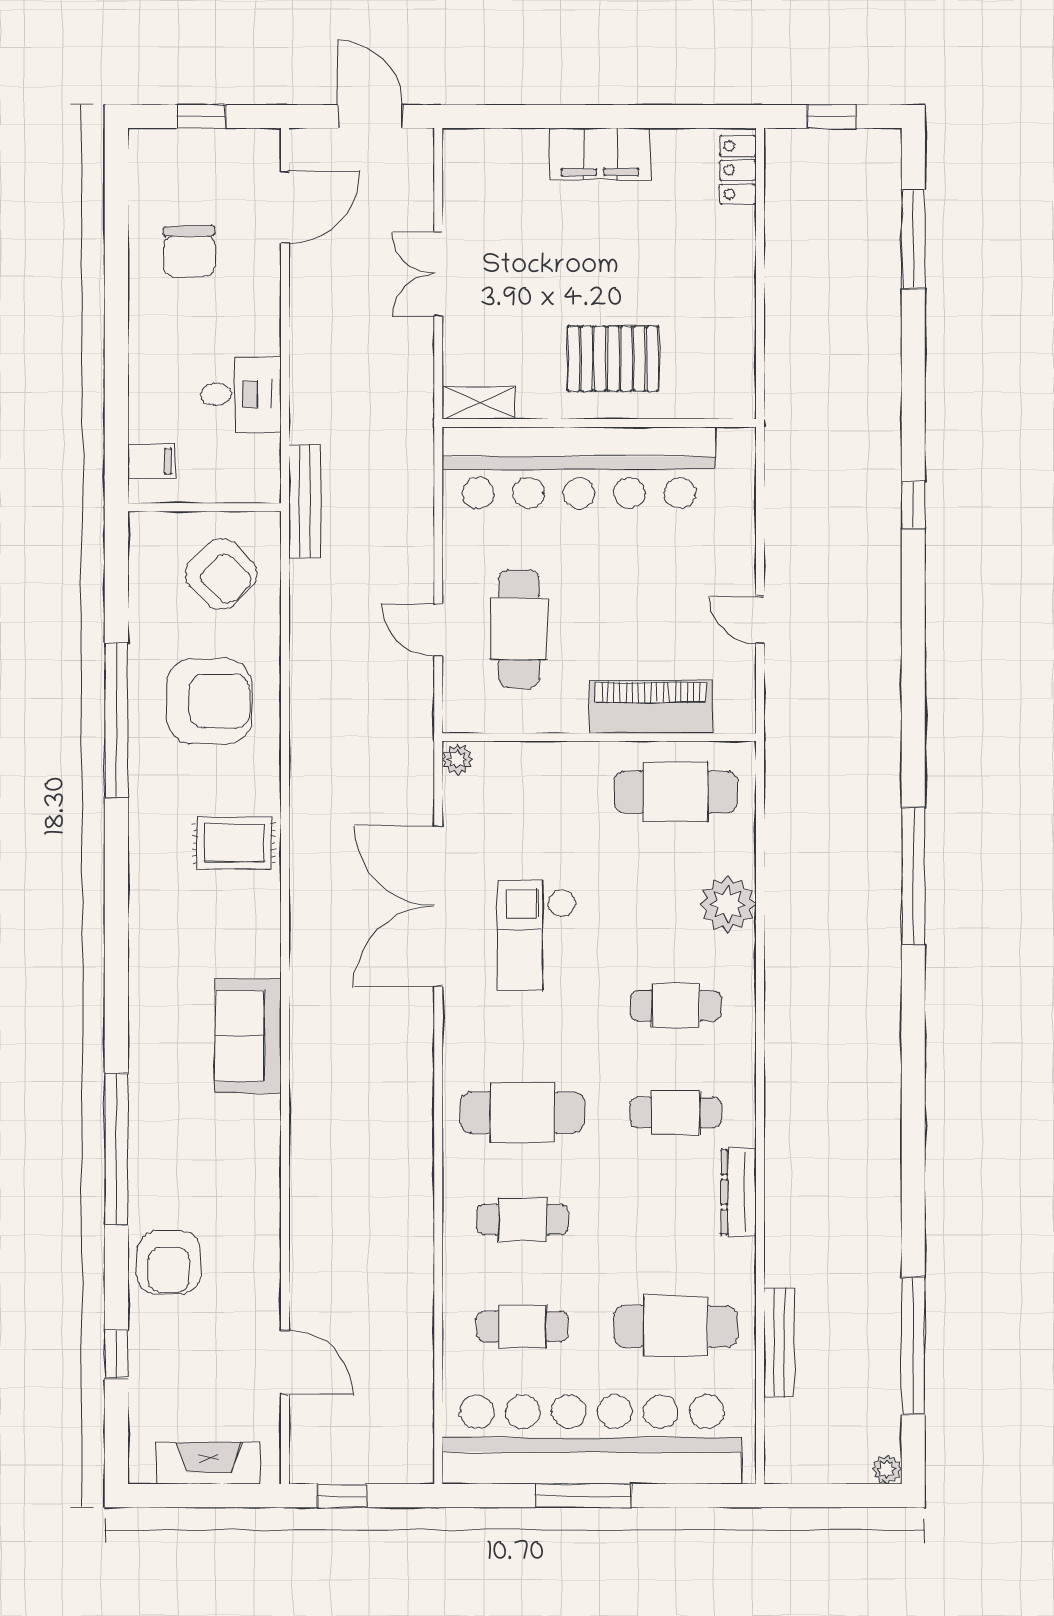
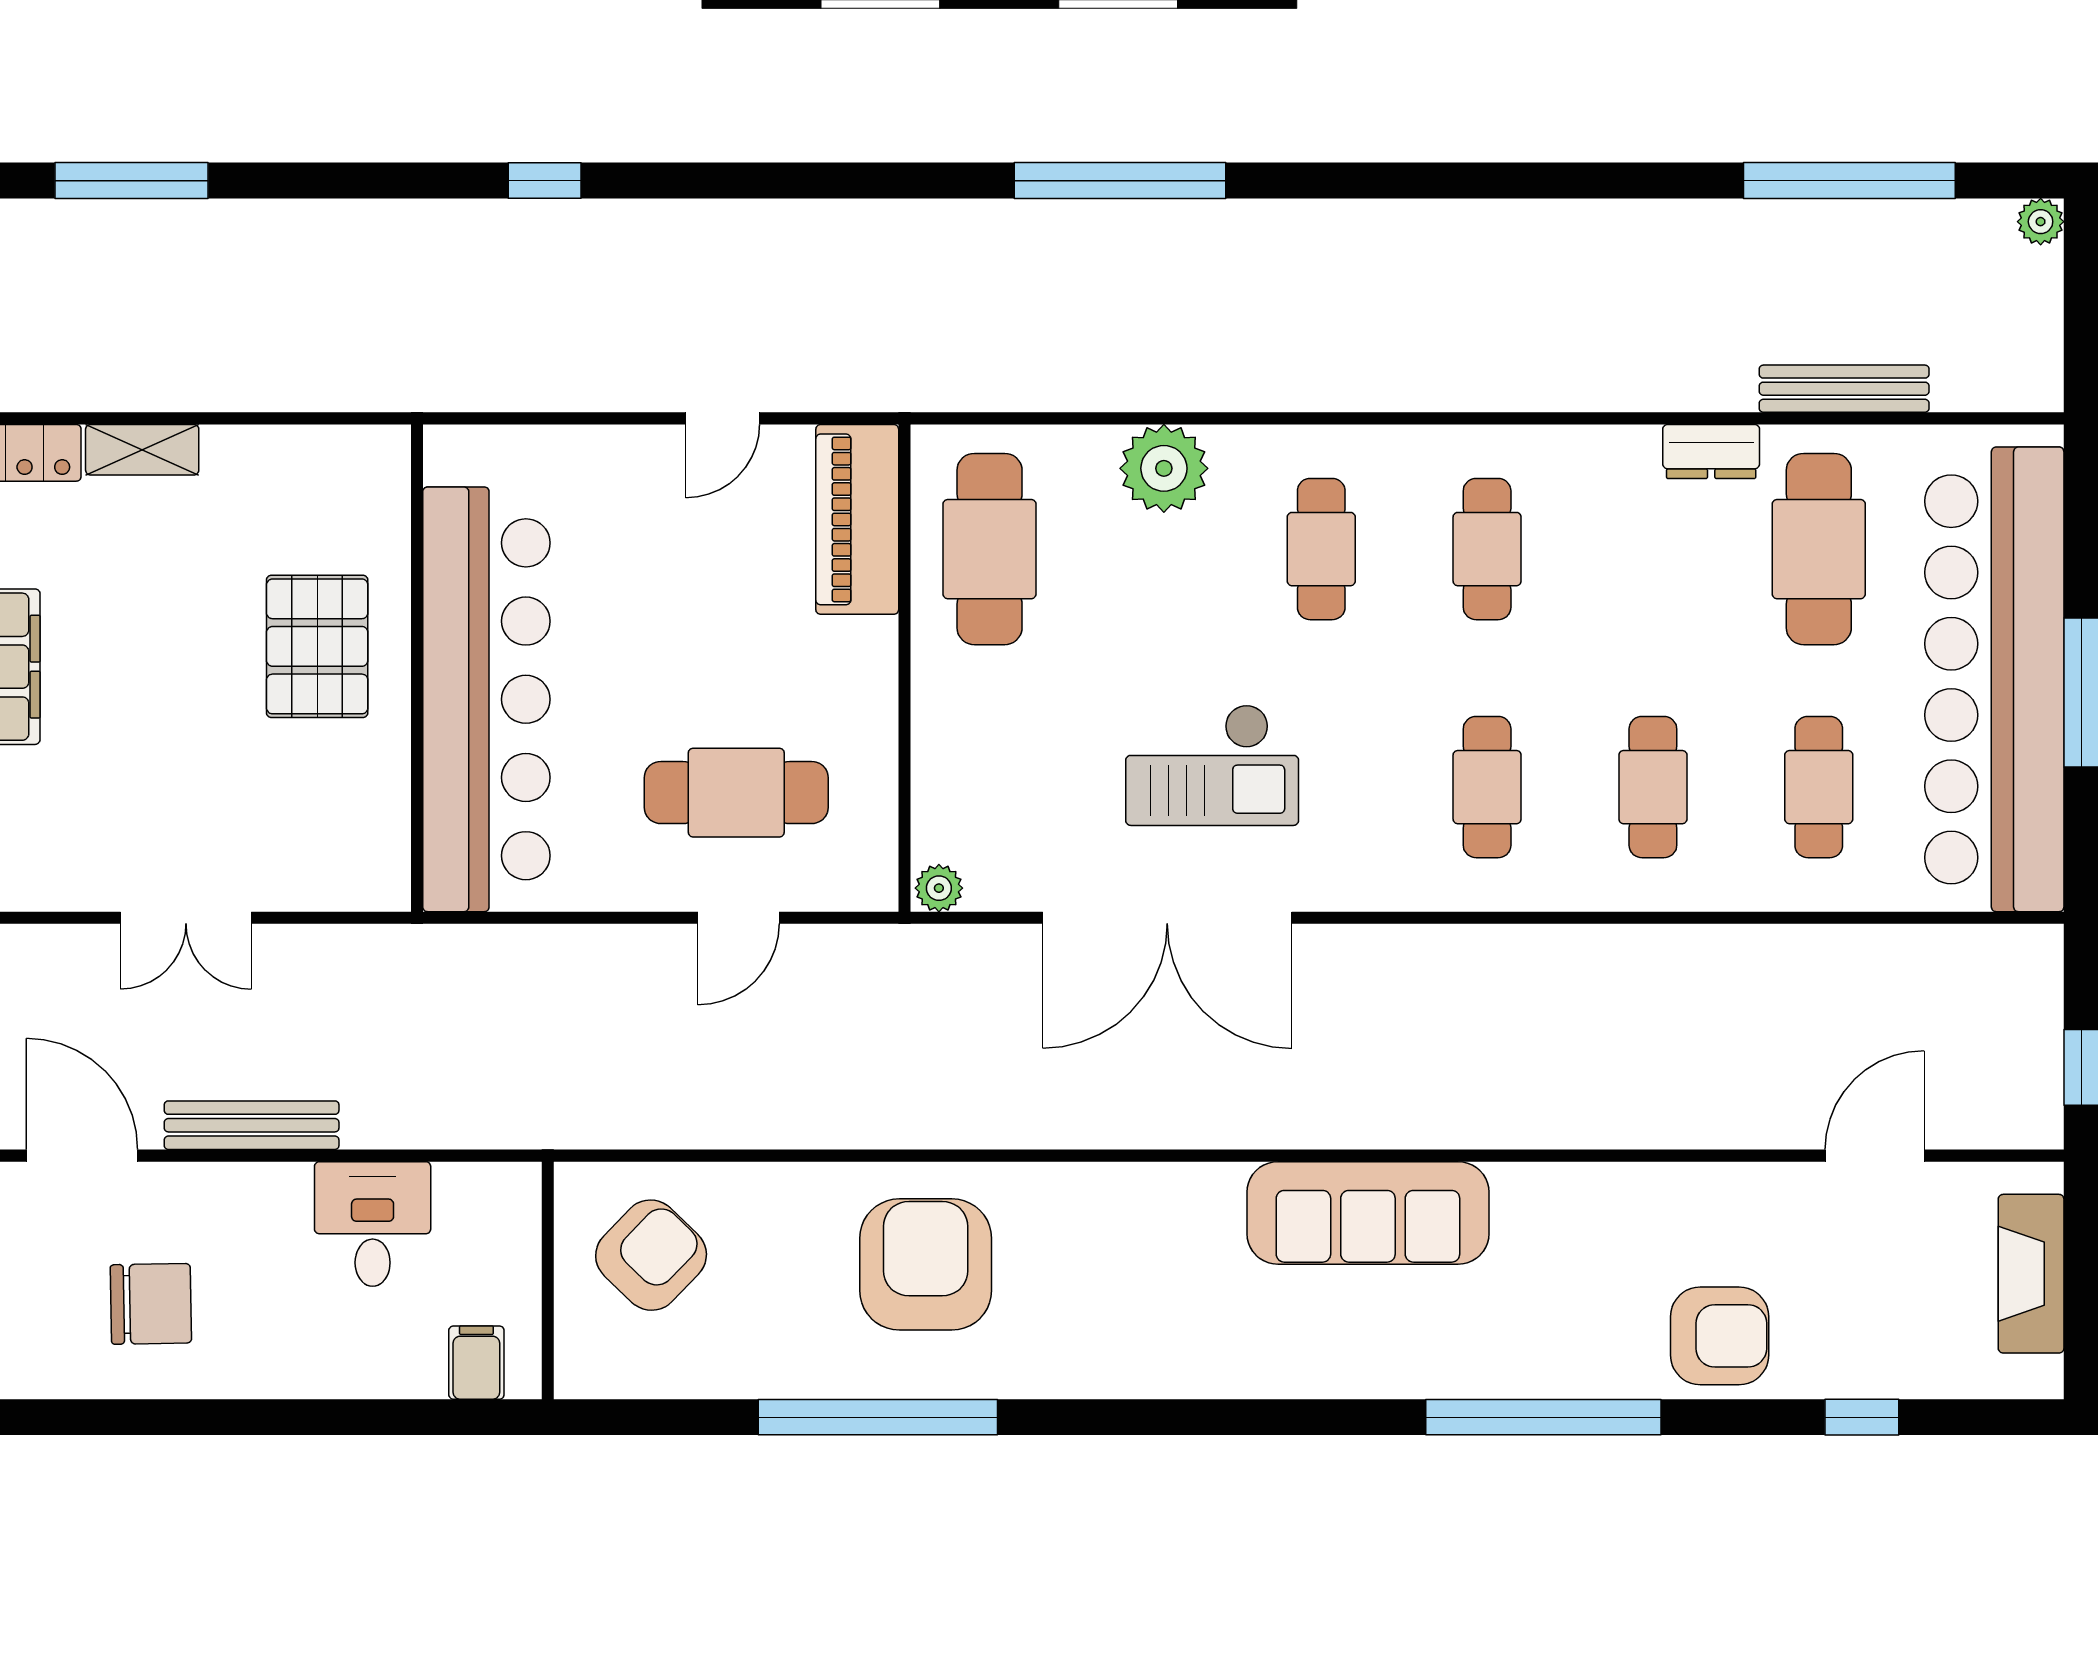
shelving: (478, 403) -> (142, 450), moved, turned 90
bench: (305, 501) -> (252, 1125), moved
armchair: (209, 701) -> (926, 1264), moved
piano: (651, 707) -> (857, 519), moved
rug: (234, 843) -> (1069, 1234), removed
sofa: (248, 1036) -> (1368, 1213), width x1.36
cafe table: (522, 1113) -> (1487, 787), width x0.73, depth x0.74
dresser: (739, 1192) -> (1711, 451), moved, width x0.70

